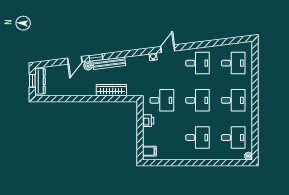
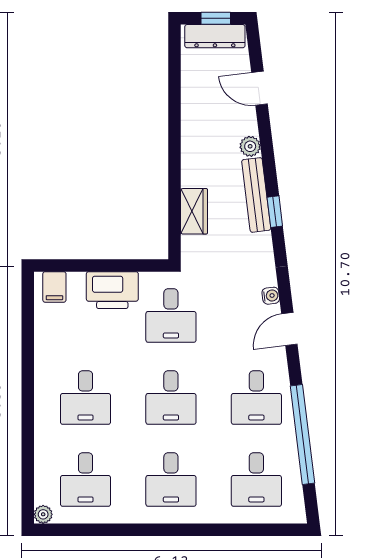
window: (214, 43) -> (302, 435), added
door: (168, 49) -> (289, 329), swing flipped
window: (96, 58) -> (275, 212), moved
door: (75, 60) -> (260, 88), moved
wardrobe: (111, 90) -> (194, 211), width x0.67
printer: (148, 121) -> (112, 290), width x1.87, depth x1.48

